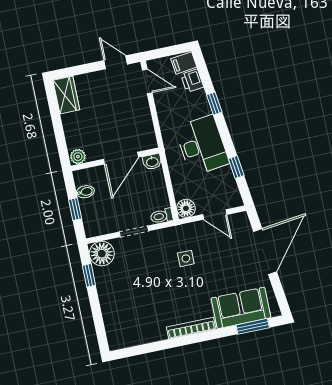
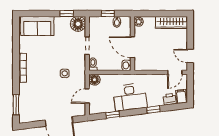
door: (116, 62) -> (190, 56), swing flipped
wardrobe: (66, 95) -> (172, 22), width x1.50
sofa: (241, 308) -> (37, 26), moved, turned 90

